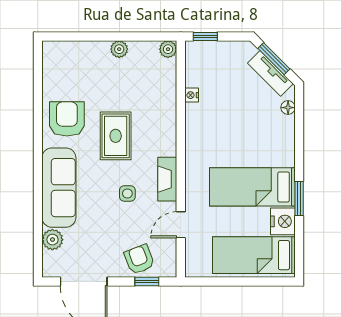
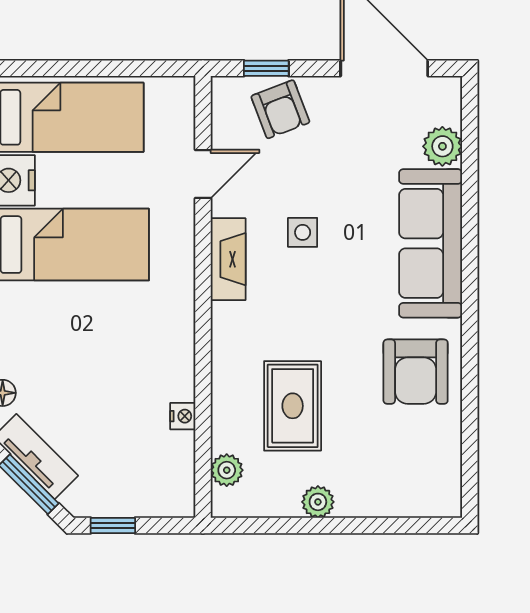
window: (205, 36) -> (113, 526), moved
plant: (168, 49) -> (227, 470), moved
rug: (116, 136) -> (293, 406), moved

